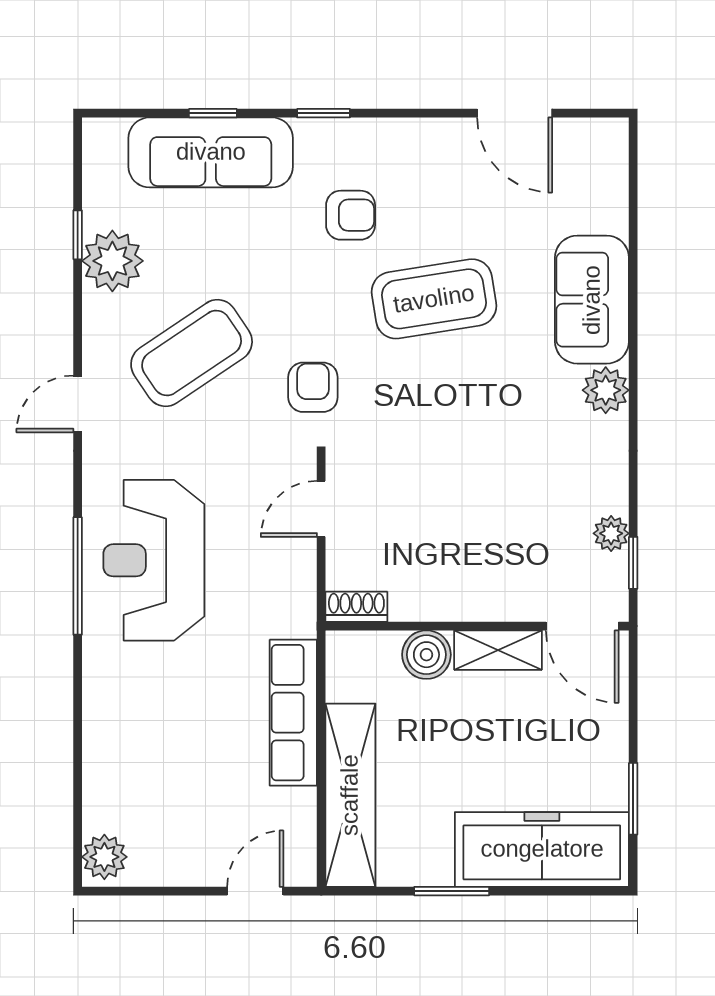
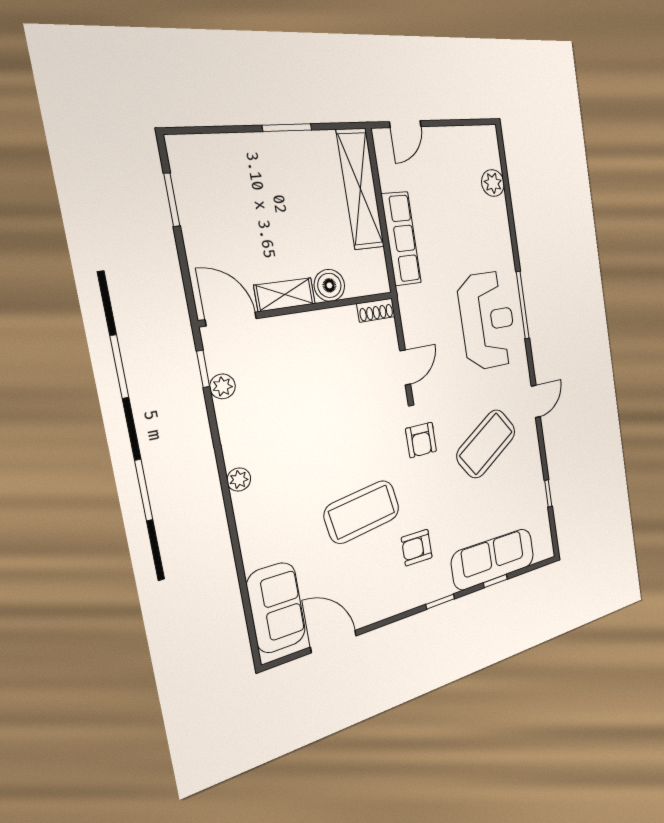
plant: (112, 261) -> (531, 484), removed
sofa: (592, 300) -> (276, 608), moved
plant: (606, 390) -> (239, 479), width x0.73, depth x0.73
freezer: (542, 849) -> (231, 159), removed
plant: (104, 857) -> (493, 183), moved

